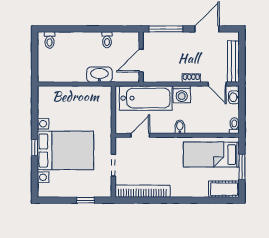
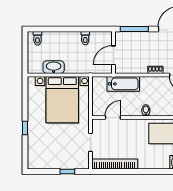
washbasin: (99, 75) -> (54, 67), moved
washing machine: (182, 94) -> (147, 83), removed
bathtub: (146, 98) -> (123, 84), width x0.73, depth x0.73
bed with nightstands: (65, 150) -> (62, 100), moved, turned 90

